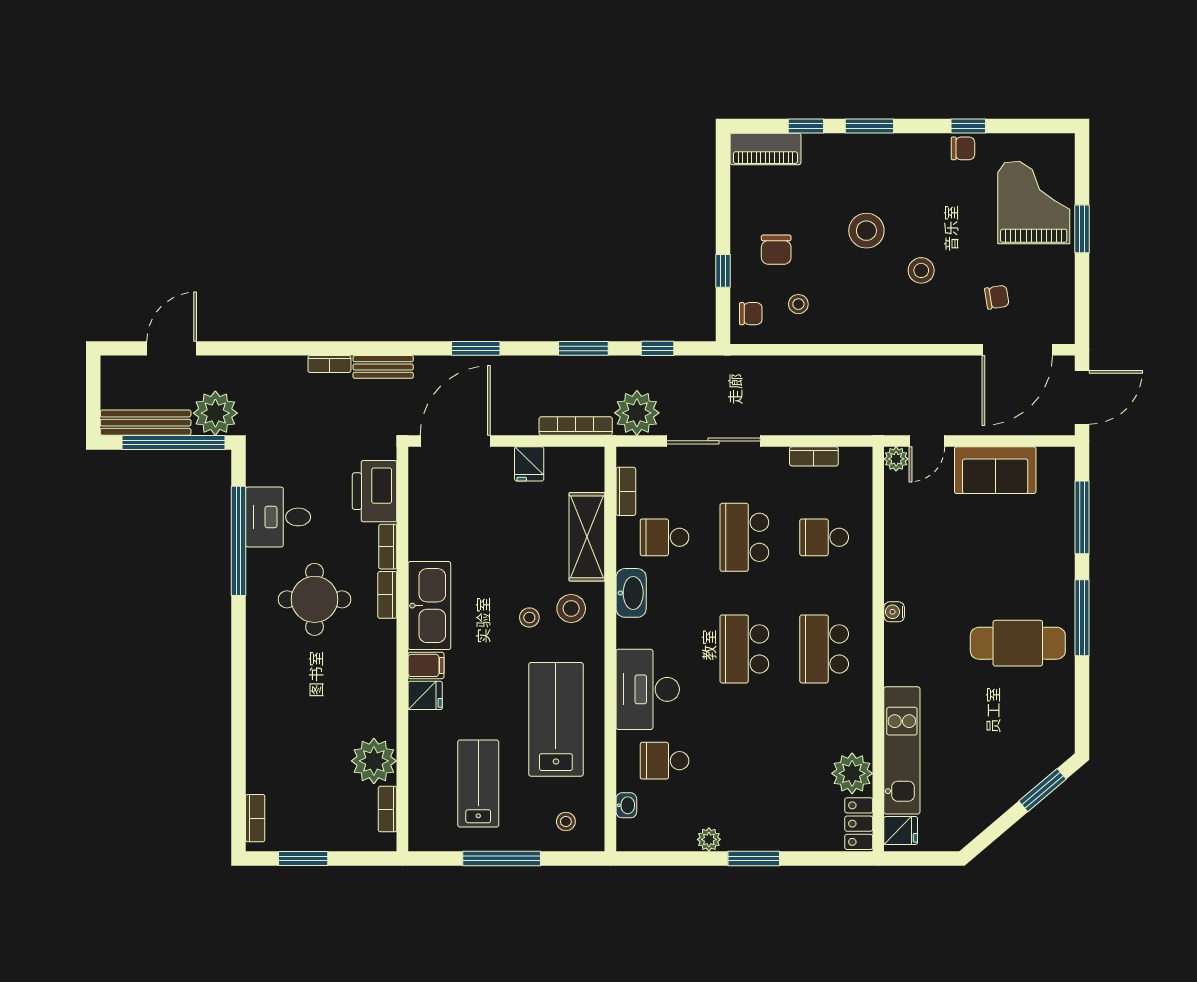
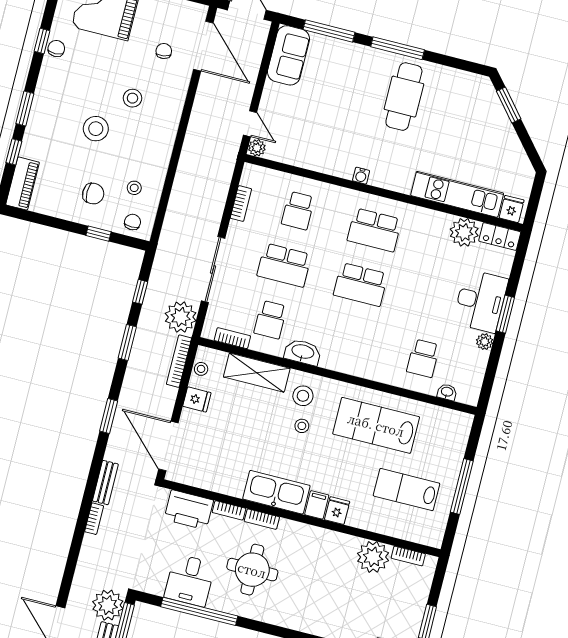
sofa: (995, 470) -> (288, 55), moved
desk: (648, 689) -> (481, 301), moved, turned -90
stool: (566, 822) -> (201, 369), moved

